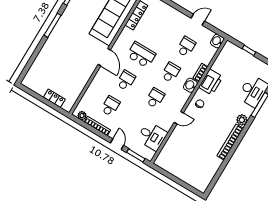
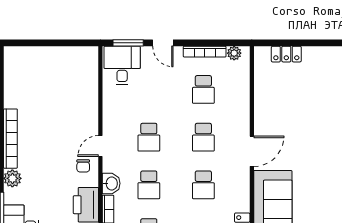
school desk: (141, 55) -> (203, 185), width x0.54
door: (104, 57) -> (252, 151), swing flipped
door: (179, 118) -> (100, 146), moved
desk: (152, 136) -> (122, 66), moved, turned 90

